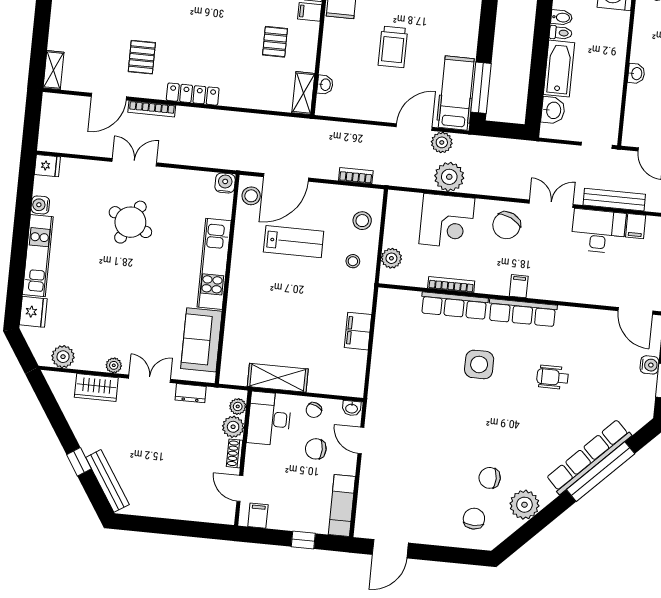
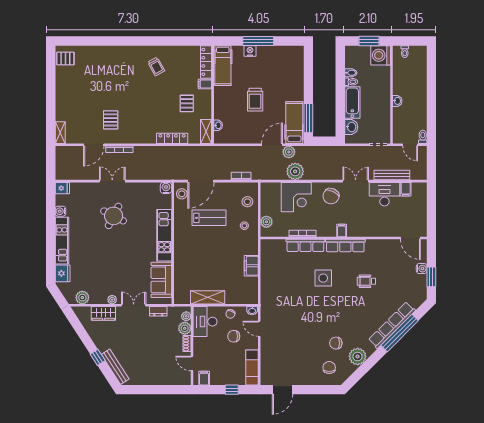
locker: (193, 94) -> (172, 138), moved

